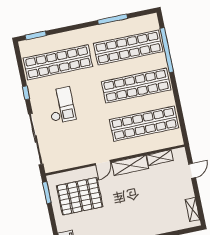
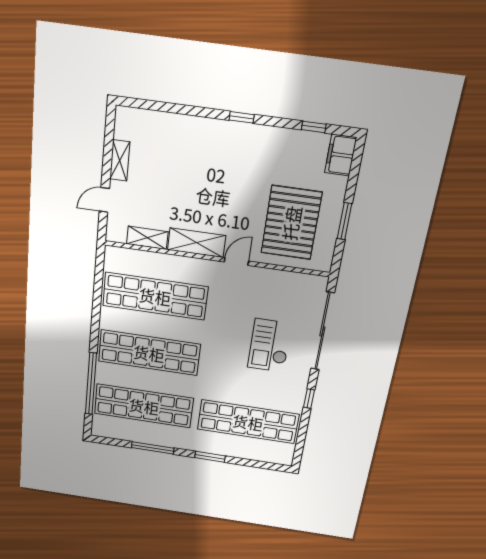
window: (36, 35) -> (210, 457), moved
checkout: (61, 105) -> (270, 346), moved
window: (47, 193) -> (344, 221), moved
pallet: (80, 196) -> (291, 223), turned 90
shelving: (192, 210) -> (120, 160), moved

